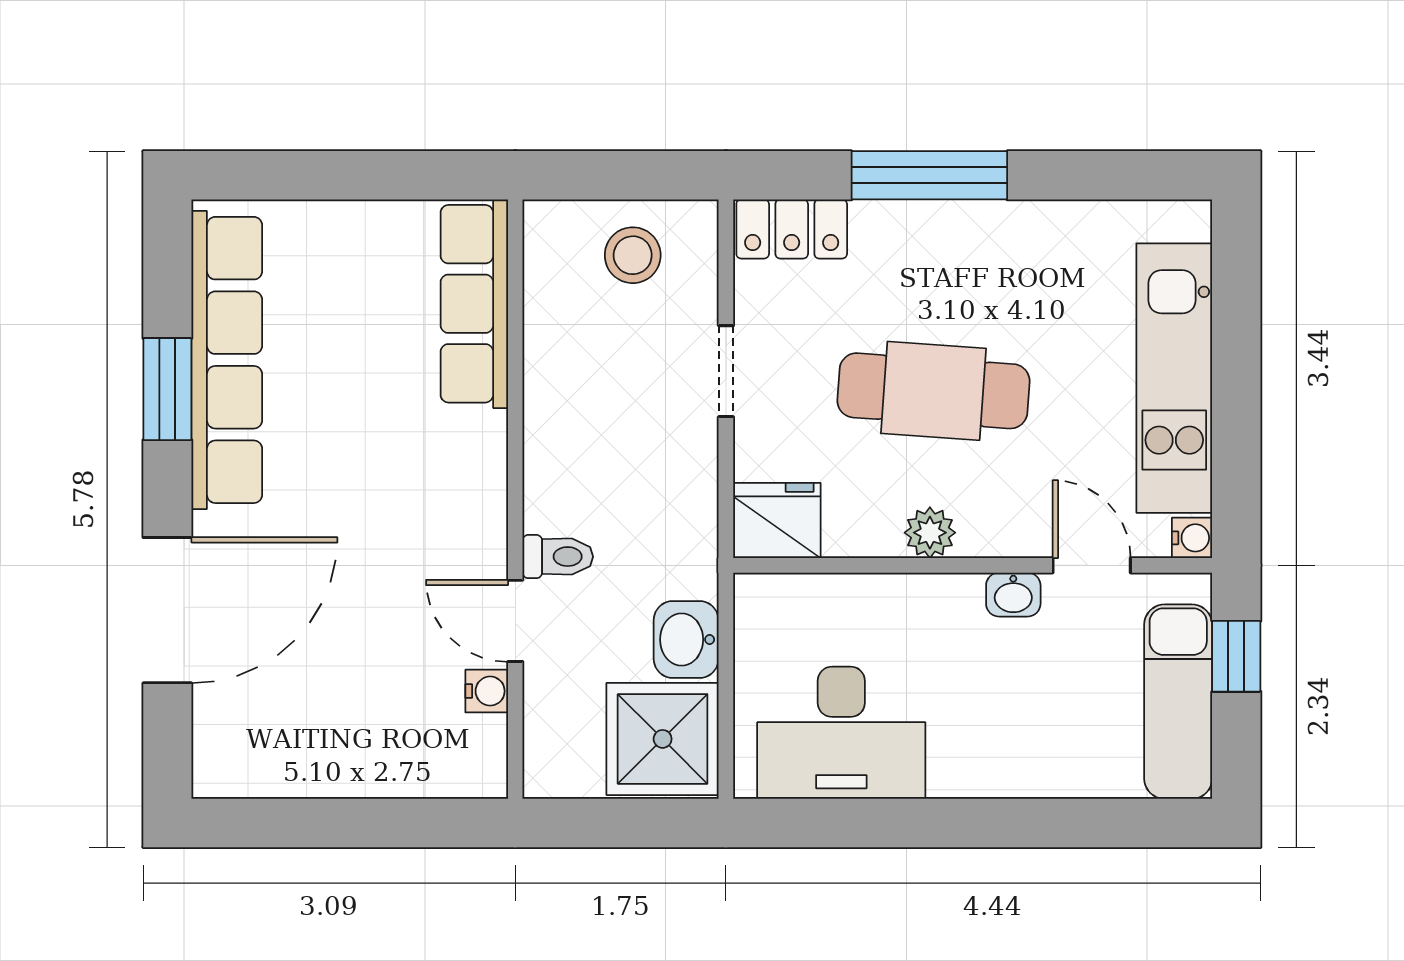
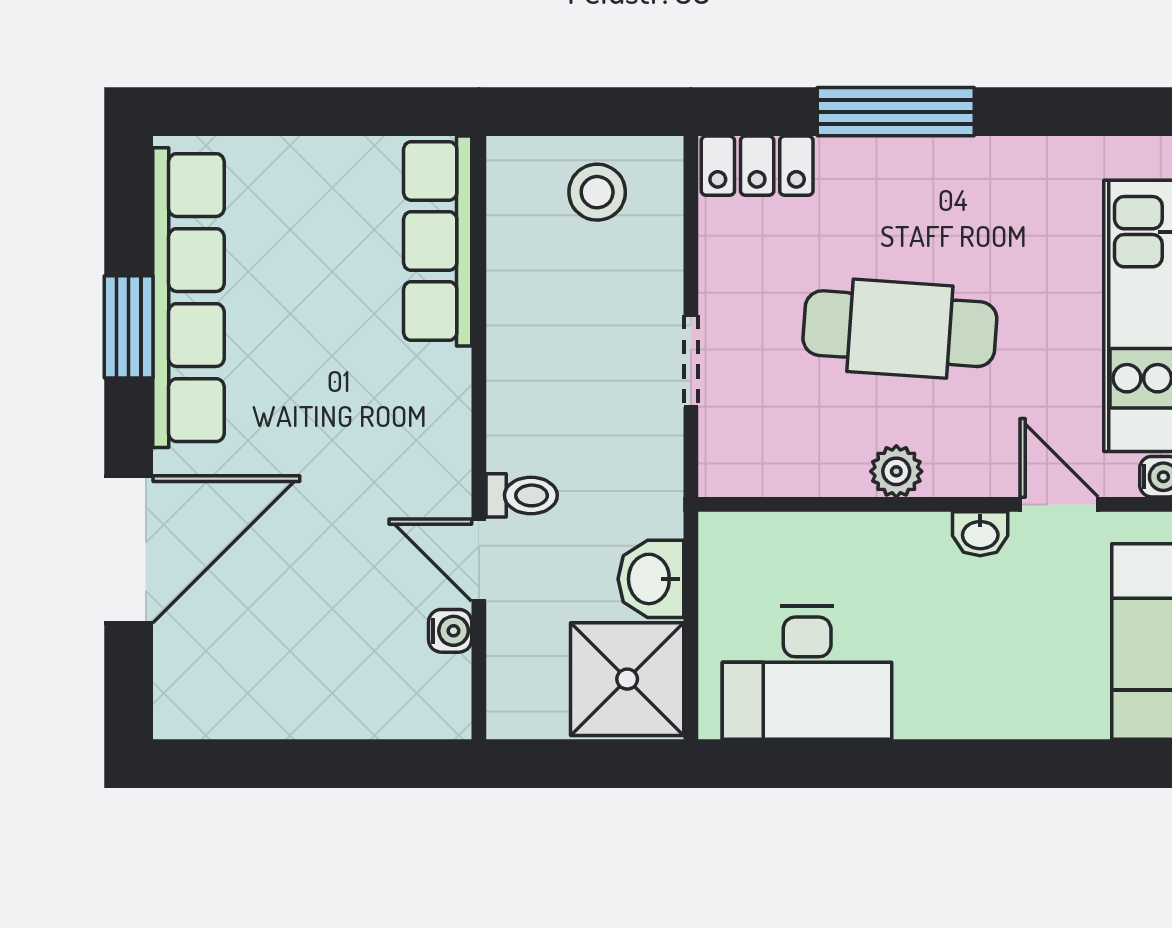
doorway: (726, 371) -> (691, 361), moved
fridge: (777, 520) -> (742, 459), removed

